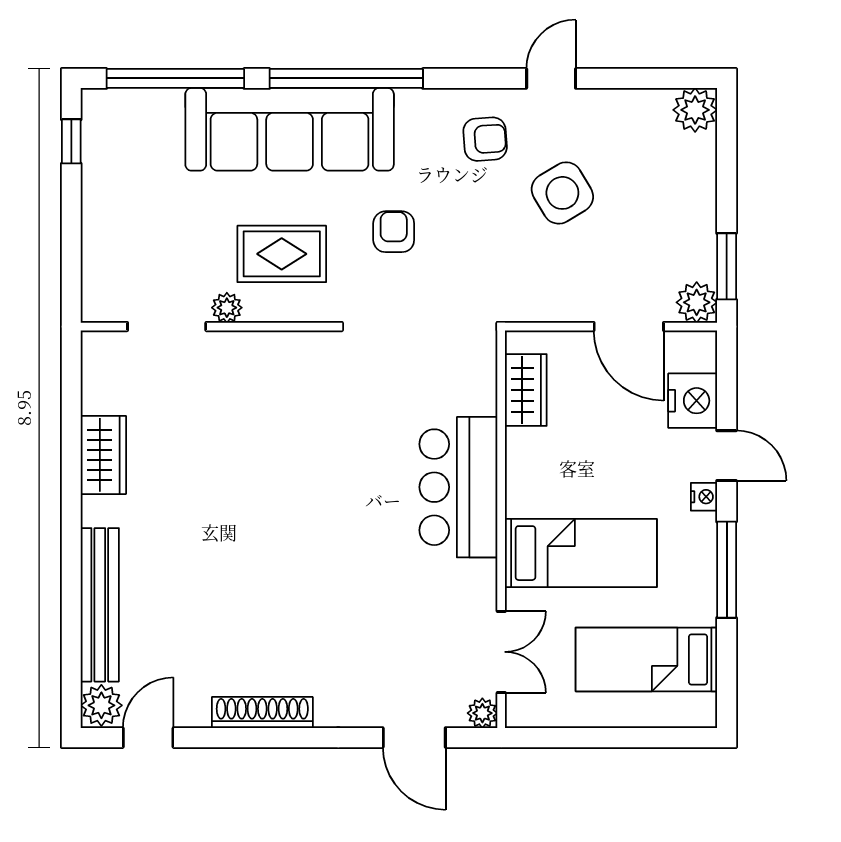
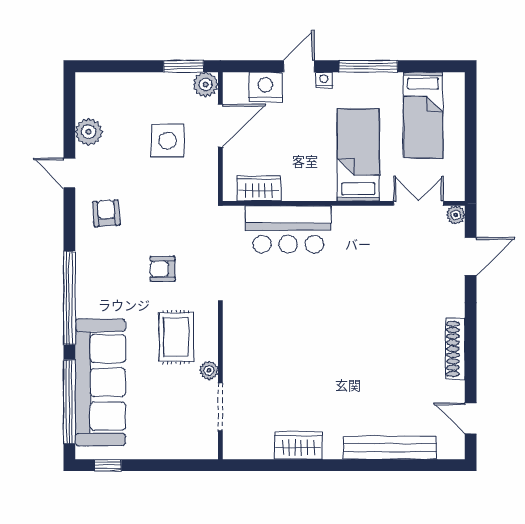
plant: (695, 110) -> (89, 132), moved
sofa: (290, 129) -> (100, 382), moved
side table: (562, 193) -> (168, 141), moved, turned 31
bar counter: (458, 487) -> (288, 229), moved
plant: (101, 705) -> (451, 447), removed

